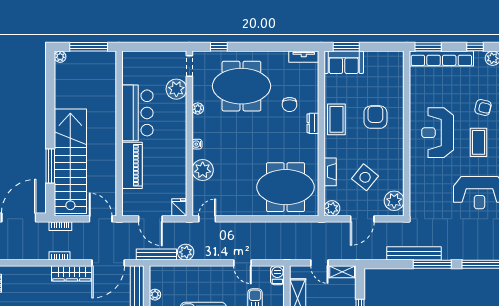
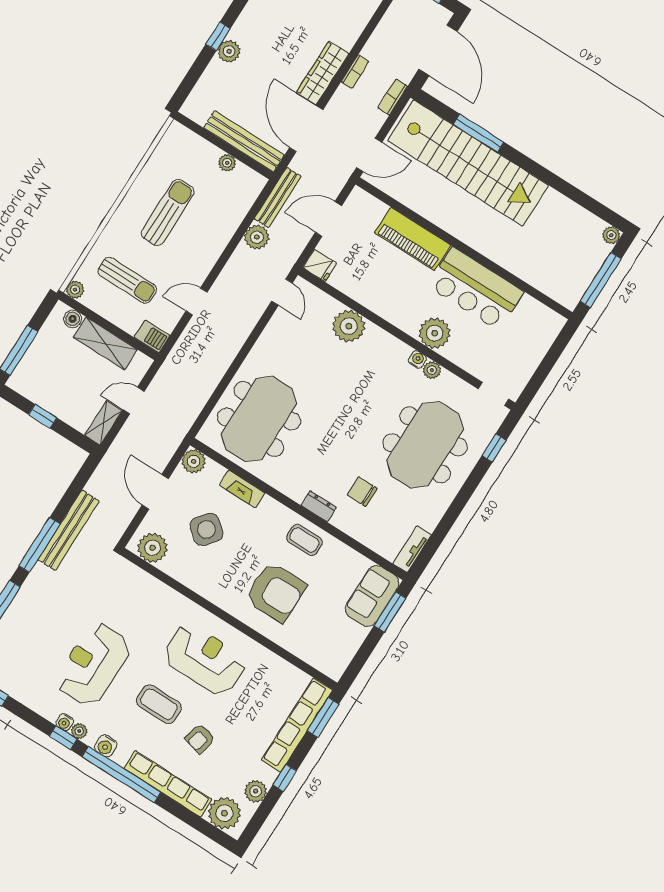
plant: (176, 89) -> (435, 333), moved
armchair: (375, 117) -> (276, 592), width x1.36, depth x1.36
coffee table: (336, 119) -> (304, 540), width x0.73, depth x0.77
water cooler: (197, 144) -> (417, 360), moved

